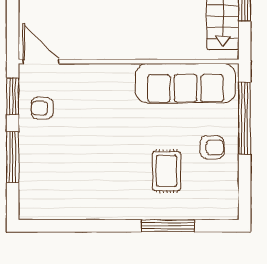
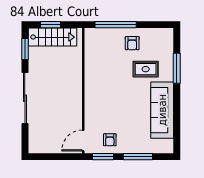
sofa: (186, 83) -> (162, 110), moved, turned 180
armchair: (212, 147) -> (132, 43), turned 180

